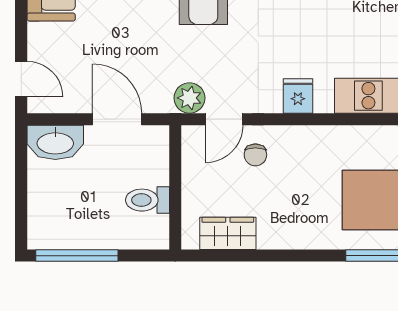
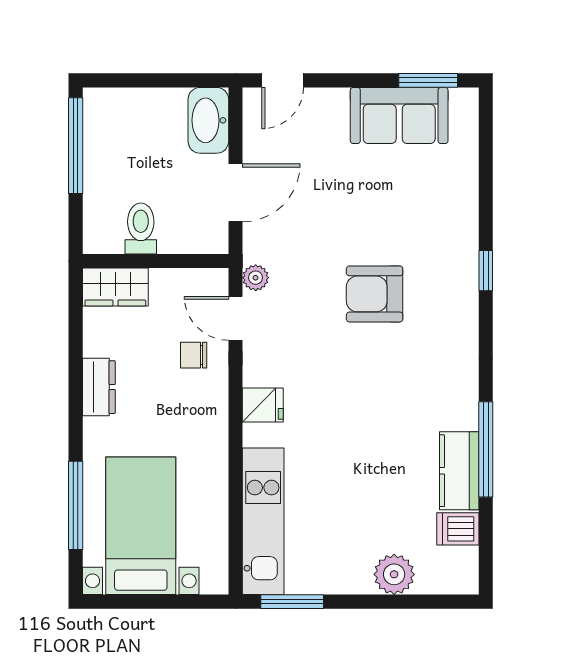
plant: (189, 98) -> (256, 278), width x0.73, depth x0.73
wardrobe: (228, 233) -> (115, 287), moved, turned 90
dresser: (283, 236) -> (99, 387), added

